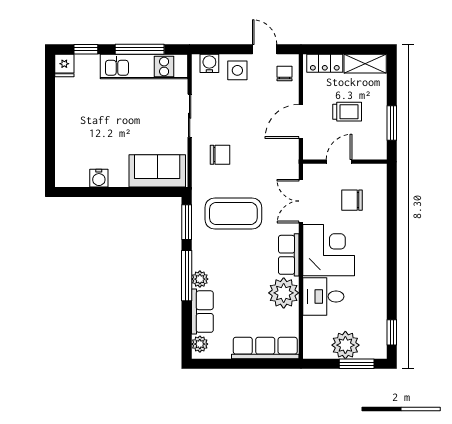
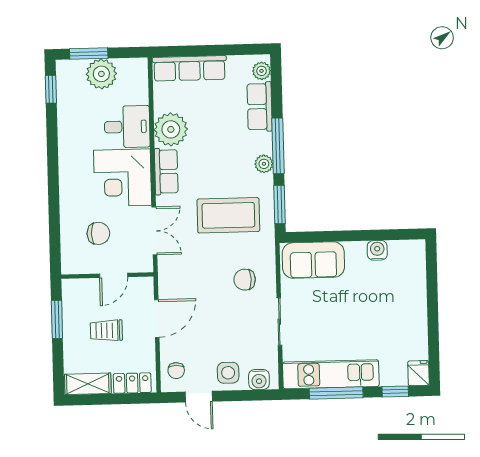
plant: (200, 279) -> (264, 164), moved

